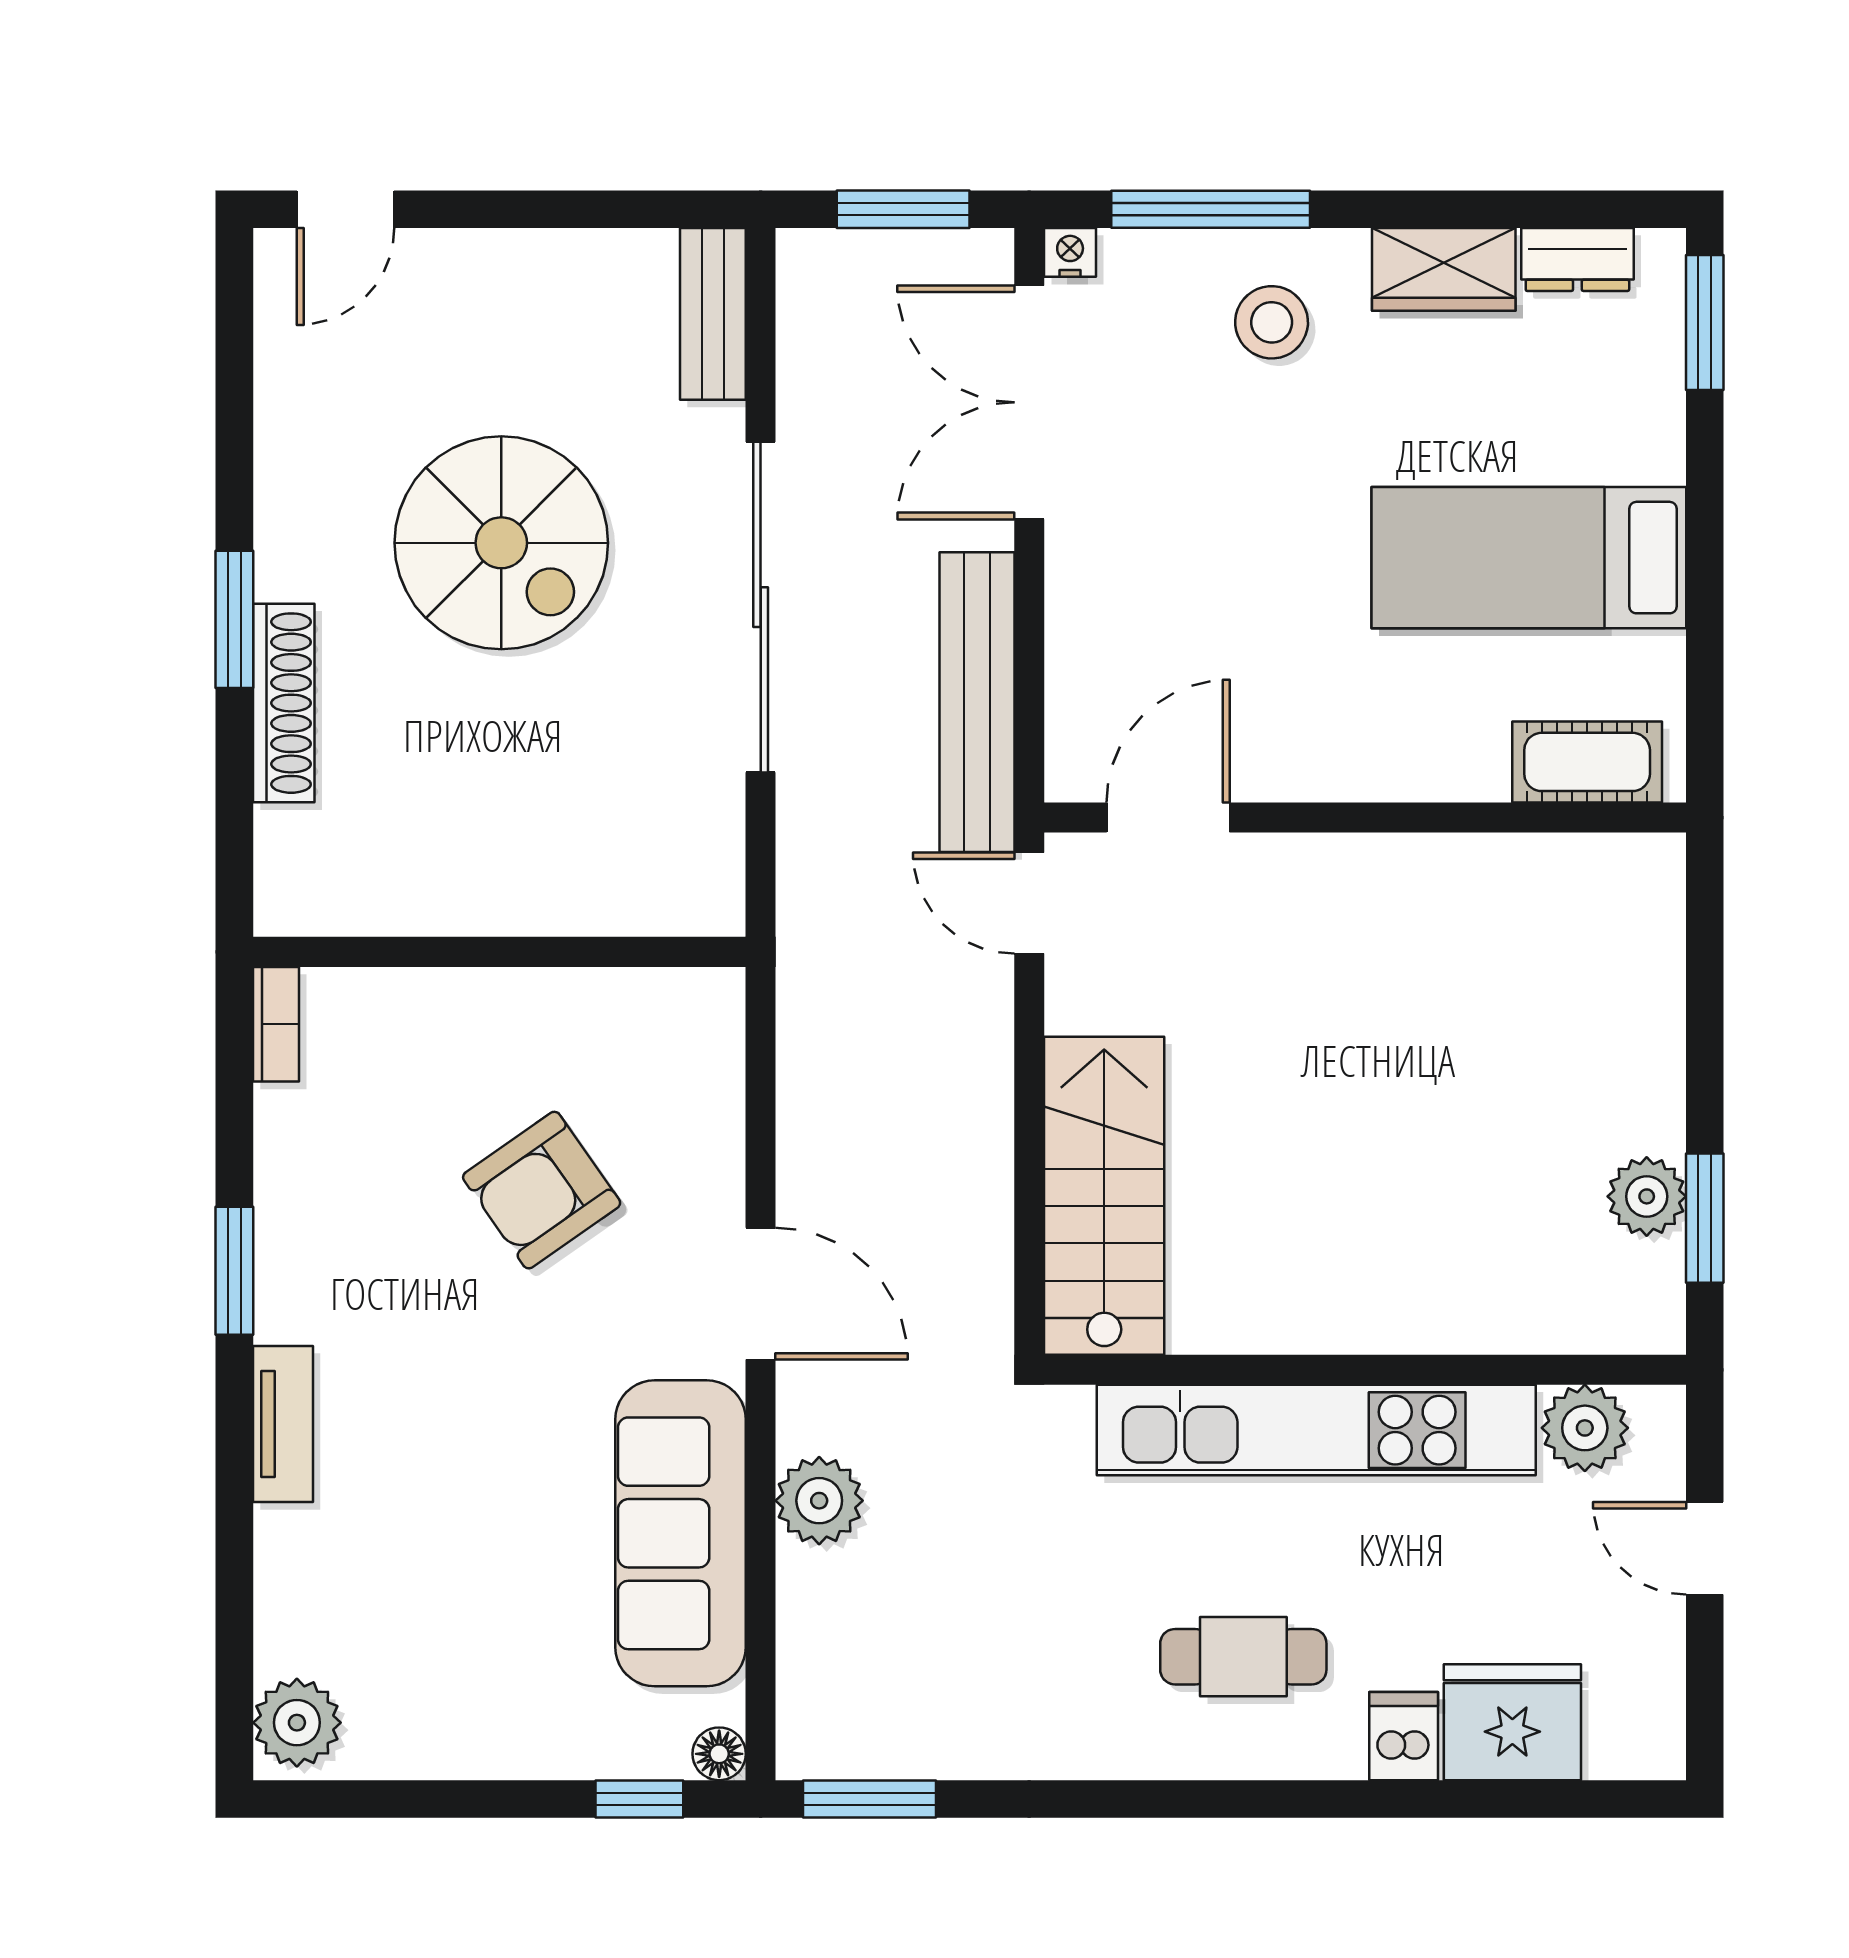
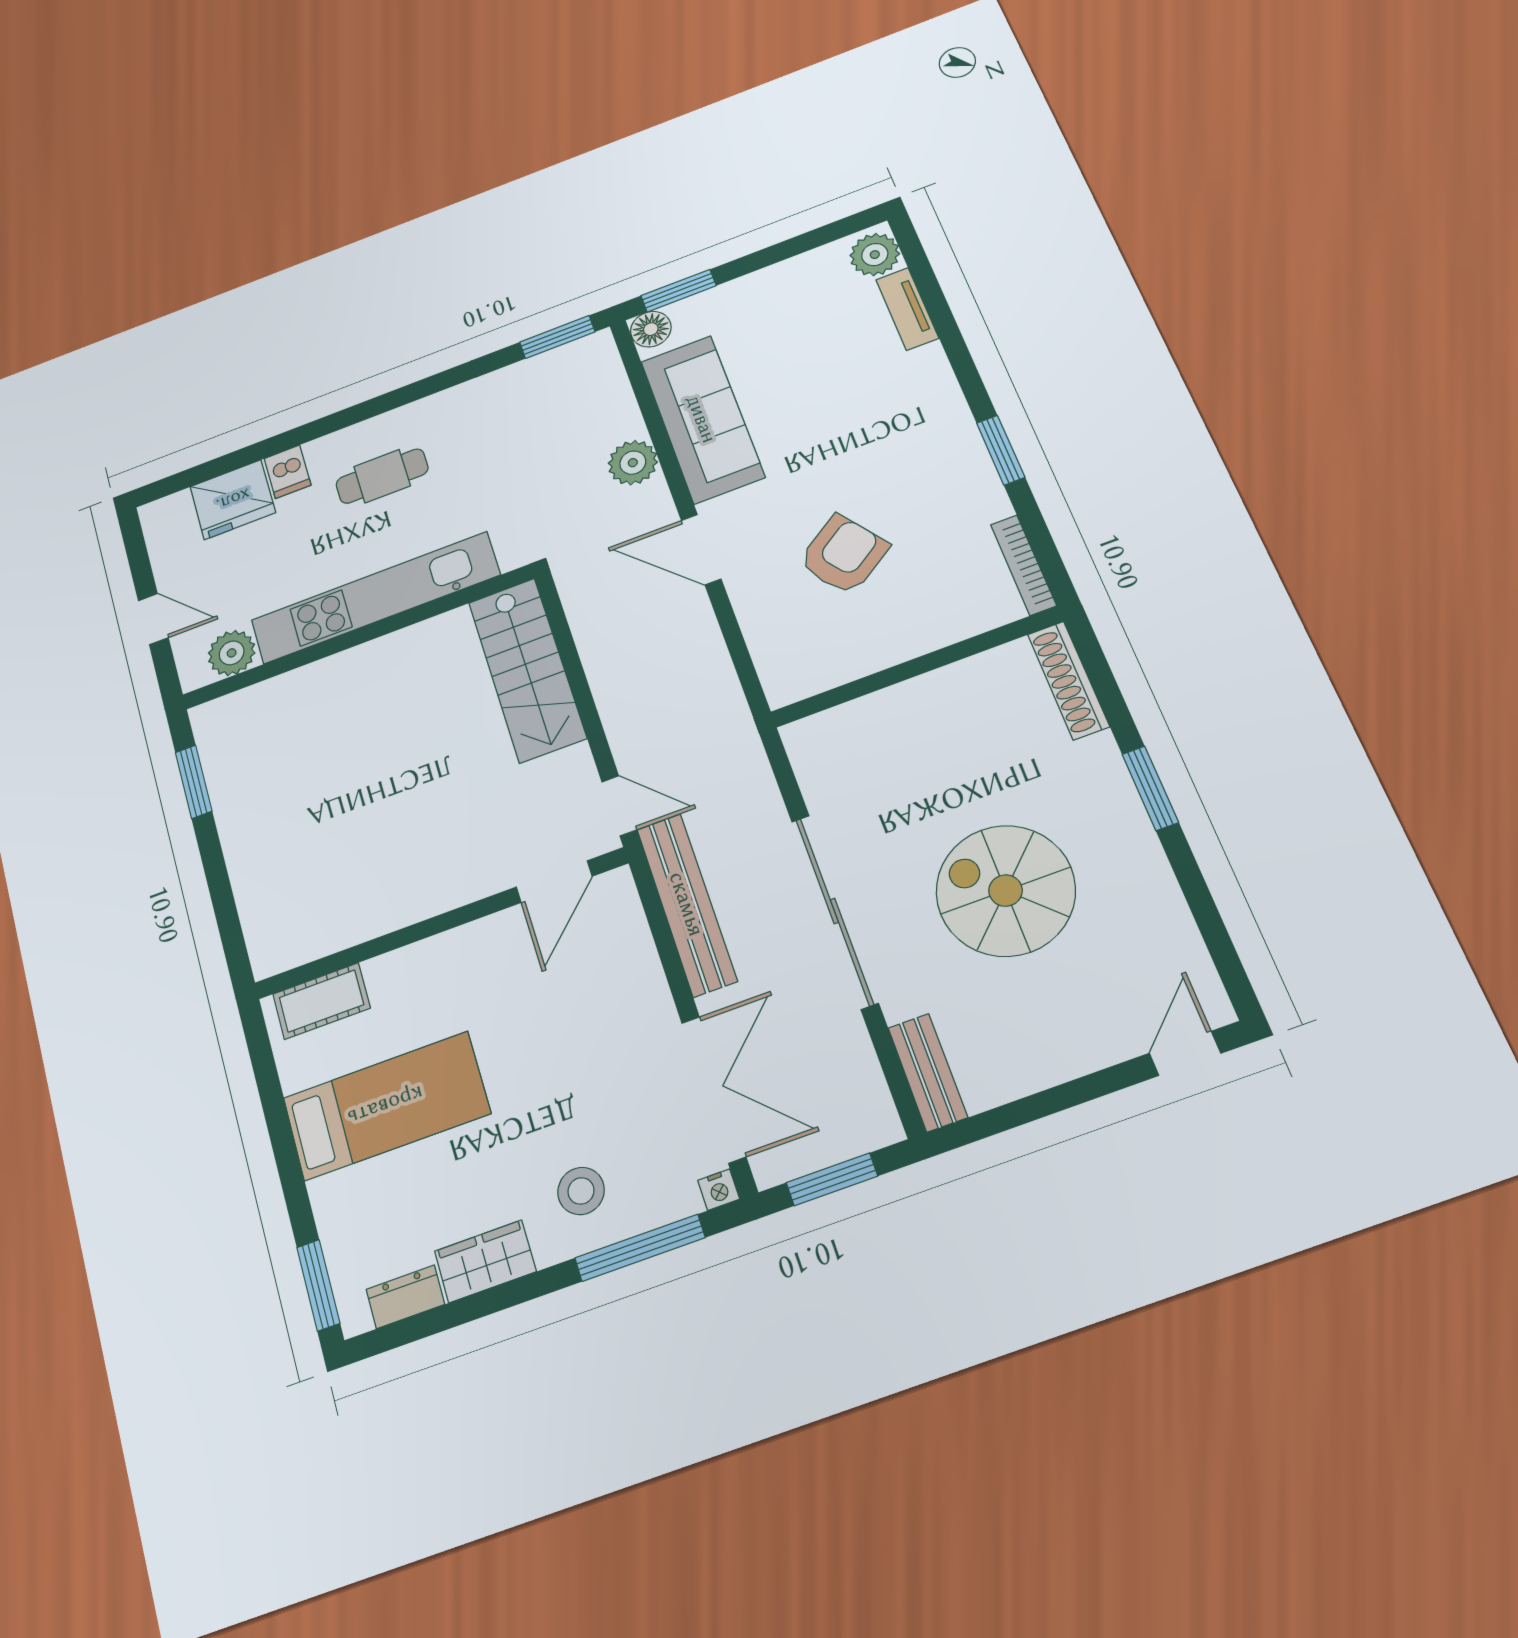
shoe rack: (284, 703) -> (1068, 680), moved
bookcase: (276, 1024) -> (1023, 565), width x1.56
plant: (1647, 1196) -> (228, 781), removed
tv unit: (283, 1424) -> (907, 309), moved
floor lamp: (719, 1754) -> (651, 329), width x1.37, depth x1.37
window: (639, 1799) -> (679, 291), width x1.50

